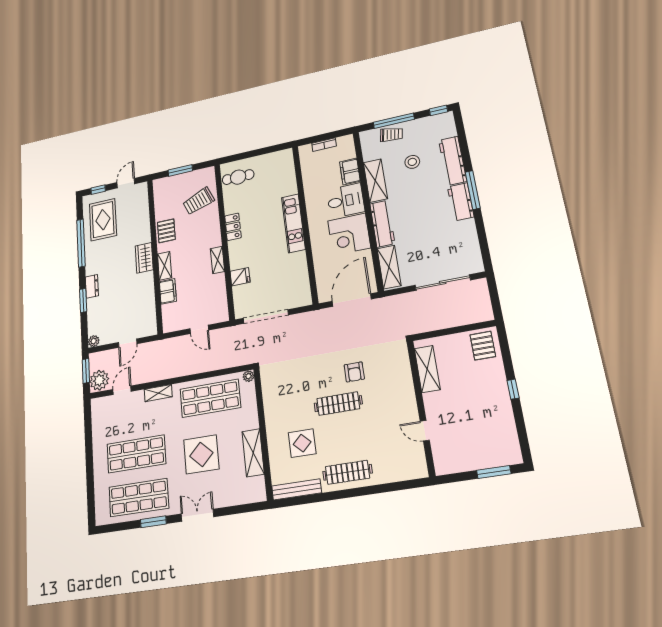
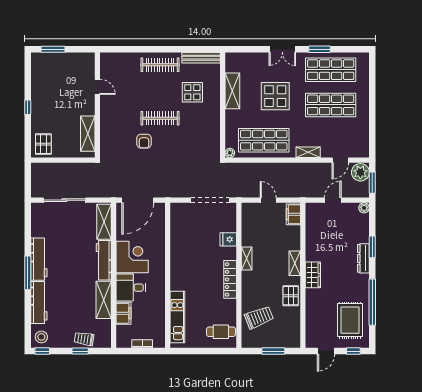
window: (394, 121) -> (80, 351), width x0.46
stool: (412, 162) -> (41, 337), moved
workbench: (461, 202) -> (39, 259), width x1.37
kitchen unit: (293, 223) -> (177, 317), moved
locker: (233, 227) -> (230, 279), width x1.53
dresser: (92, 286) -> (363, 258), width x1.44
filing cabinet: (168, 291) -> (293, 214), moved
armchair: (354, 372) -> (144, 141), turned 180

